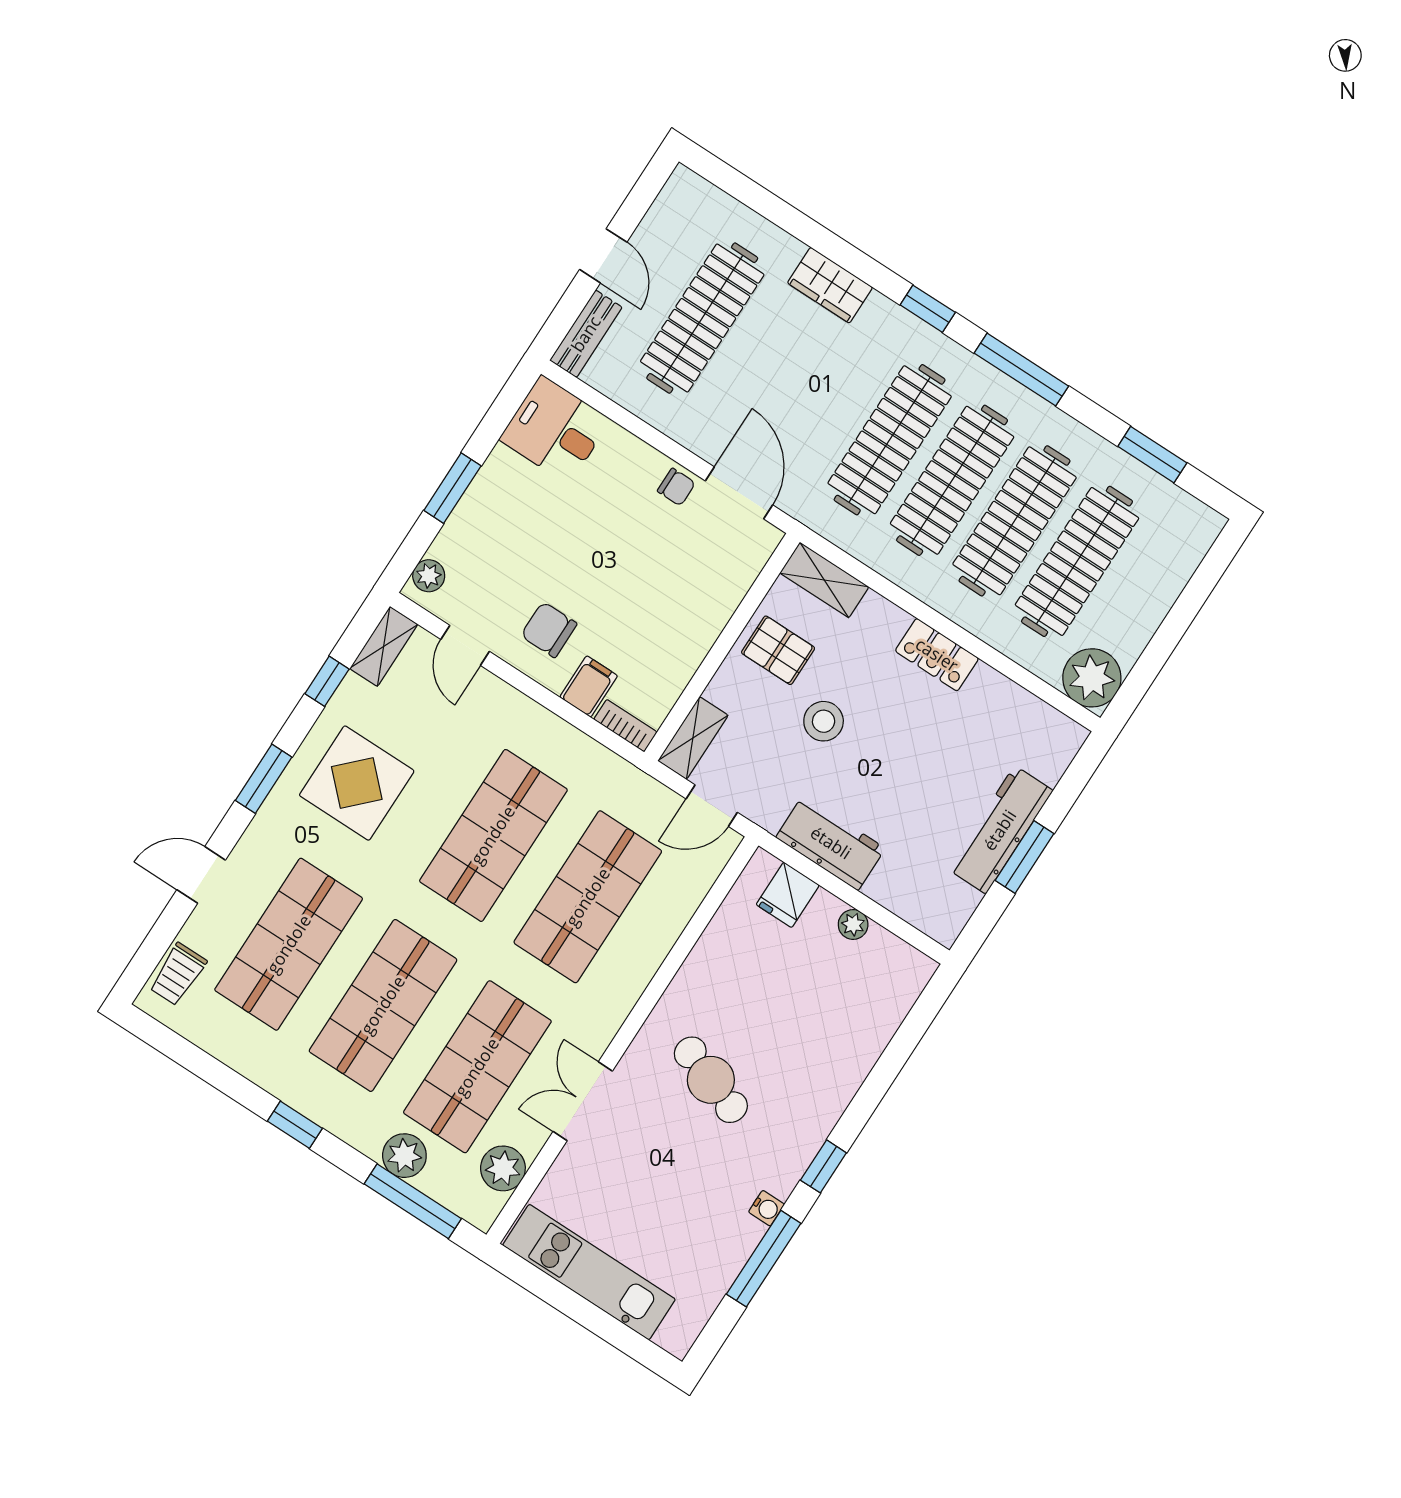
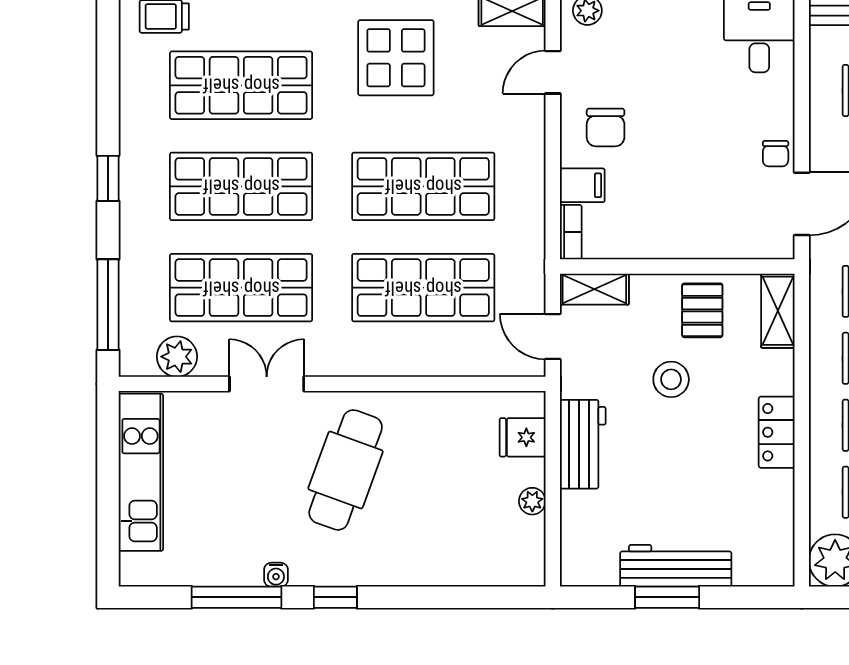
chair: (549, 630) -> (606, 127), turned 180
cafe table: (711, 1080) -> (346, 470), width x1.37, depth x1.35
plant: (404, 1156) -> (138, 276), removed

